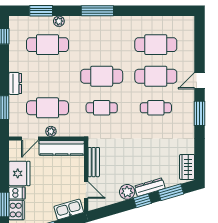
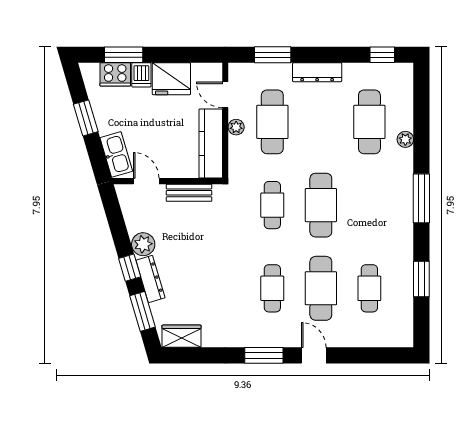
window: (41, 11) -> (421, 279), moved
cafe table: (156, 45) -> (369, 288), width x0.73, depth x0.74
dresser: (15, 83) -> (317, 72), width x1.44
door: (86, 190) -> (146, 181), swing flipped

